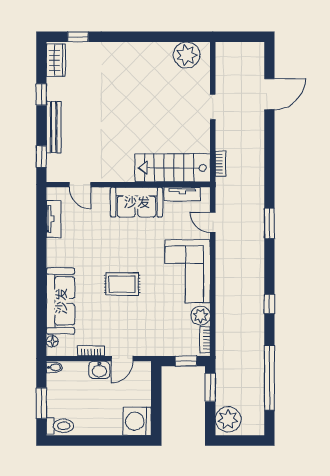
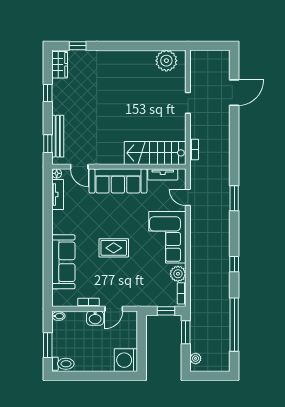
bench: (54, 127) -> (58, 136), moved
sofa: (137, 202) -> (118, 181), width x1.36
floor lamp: (52, 341) -> (57, 173), moved
plant: (228, 419) -> (196, 358), width x0.53, depth x0.53

